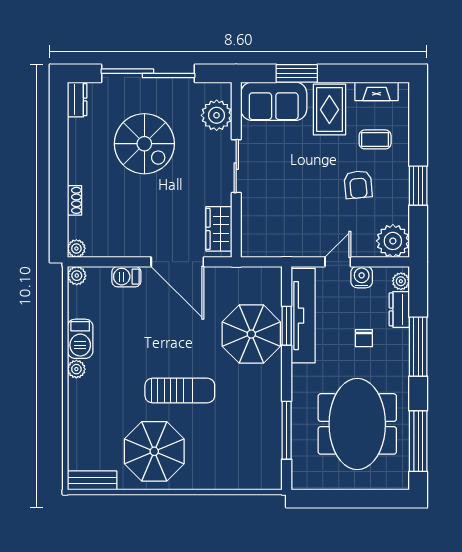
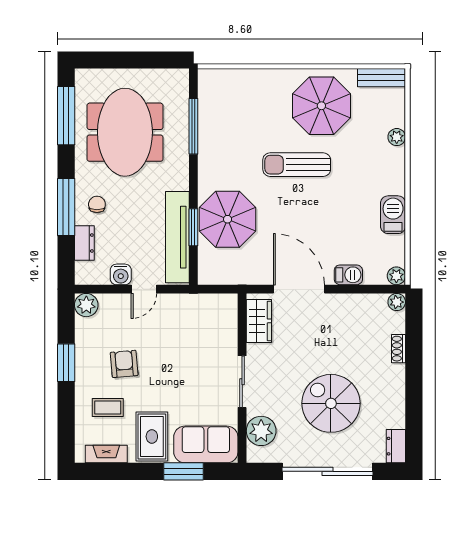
plant: (393, 241) -> (86, 305), width x0.73, depth x0.73
plant: (401, 281) -> (83, 270), removed
chair: (364, 338) -> (97, 204), moved
plant: (76, 369) -> (397, 137), moved

